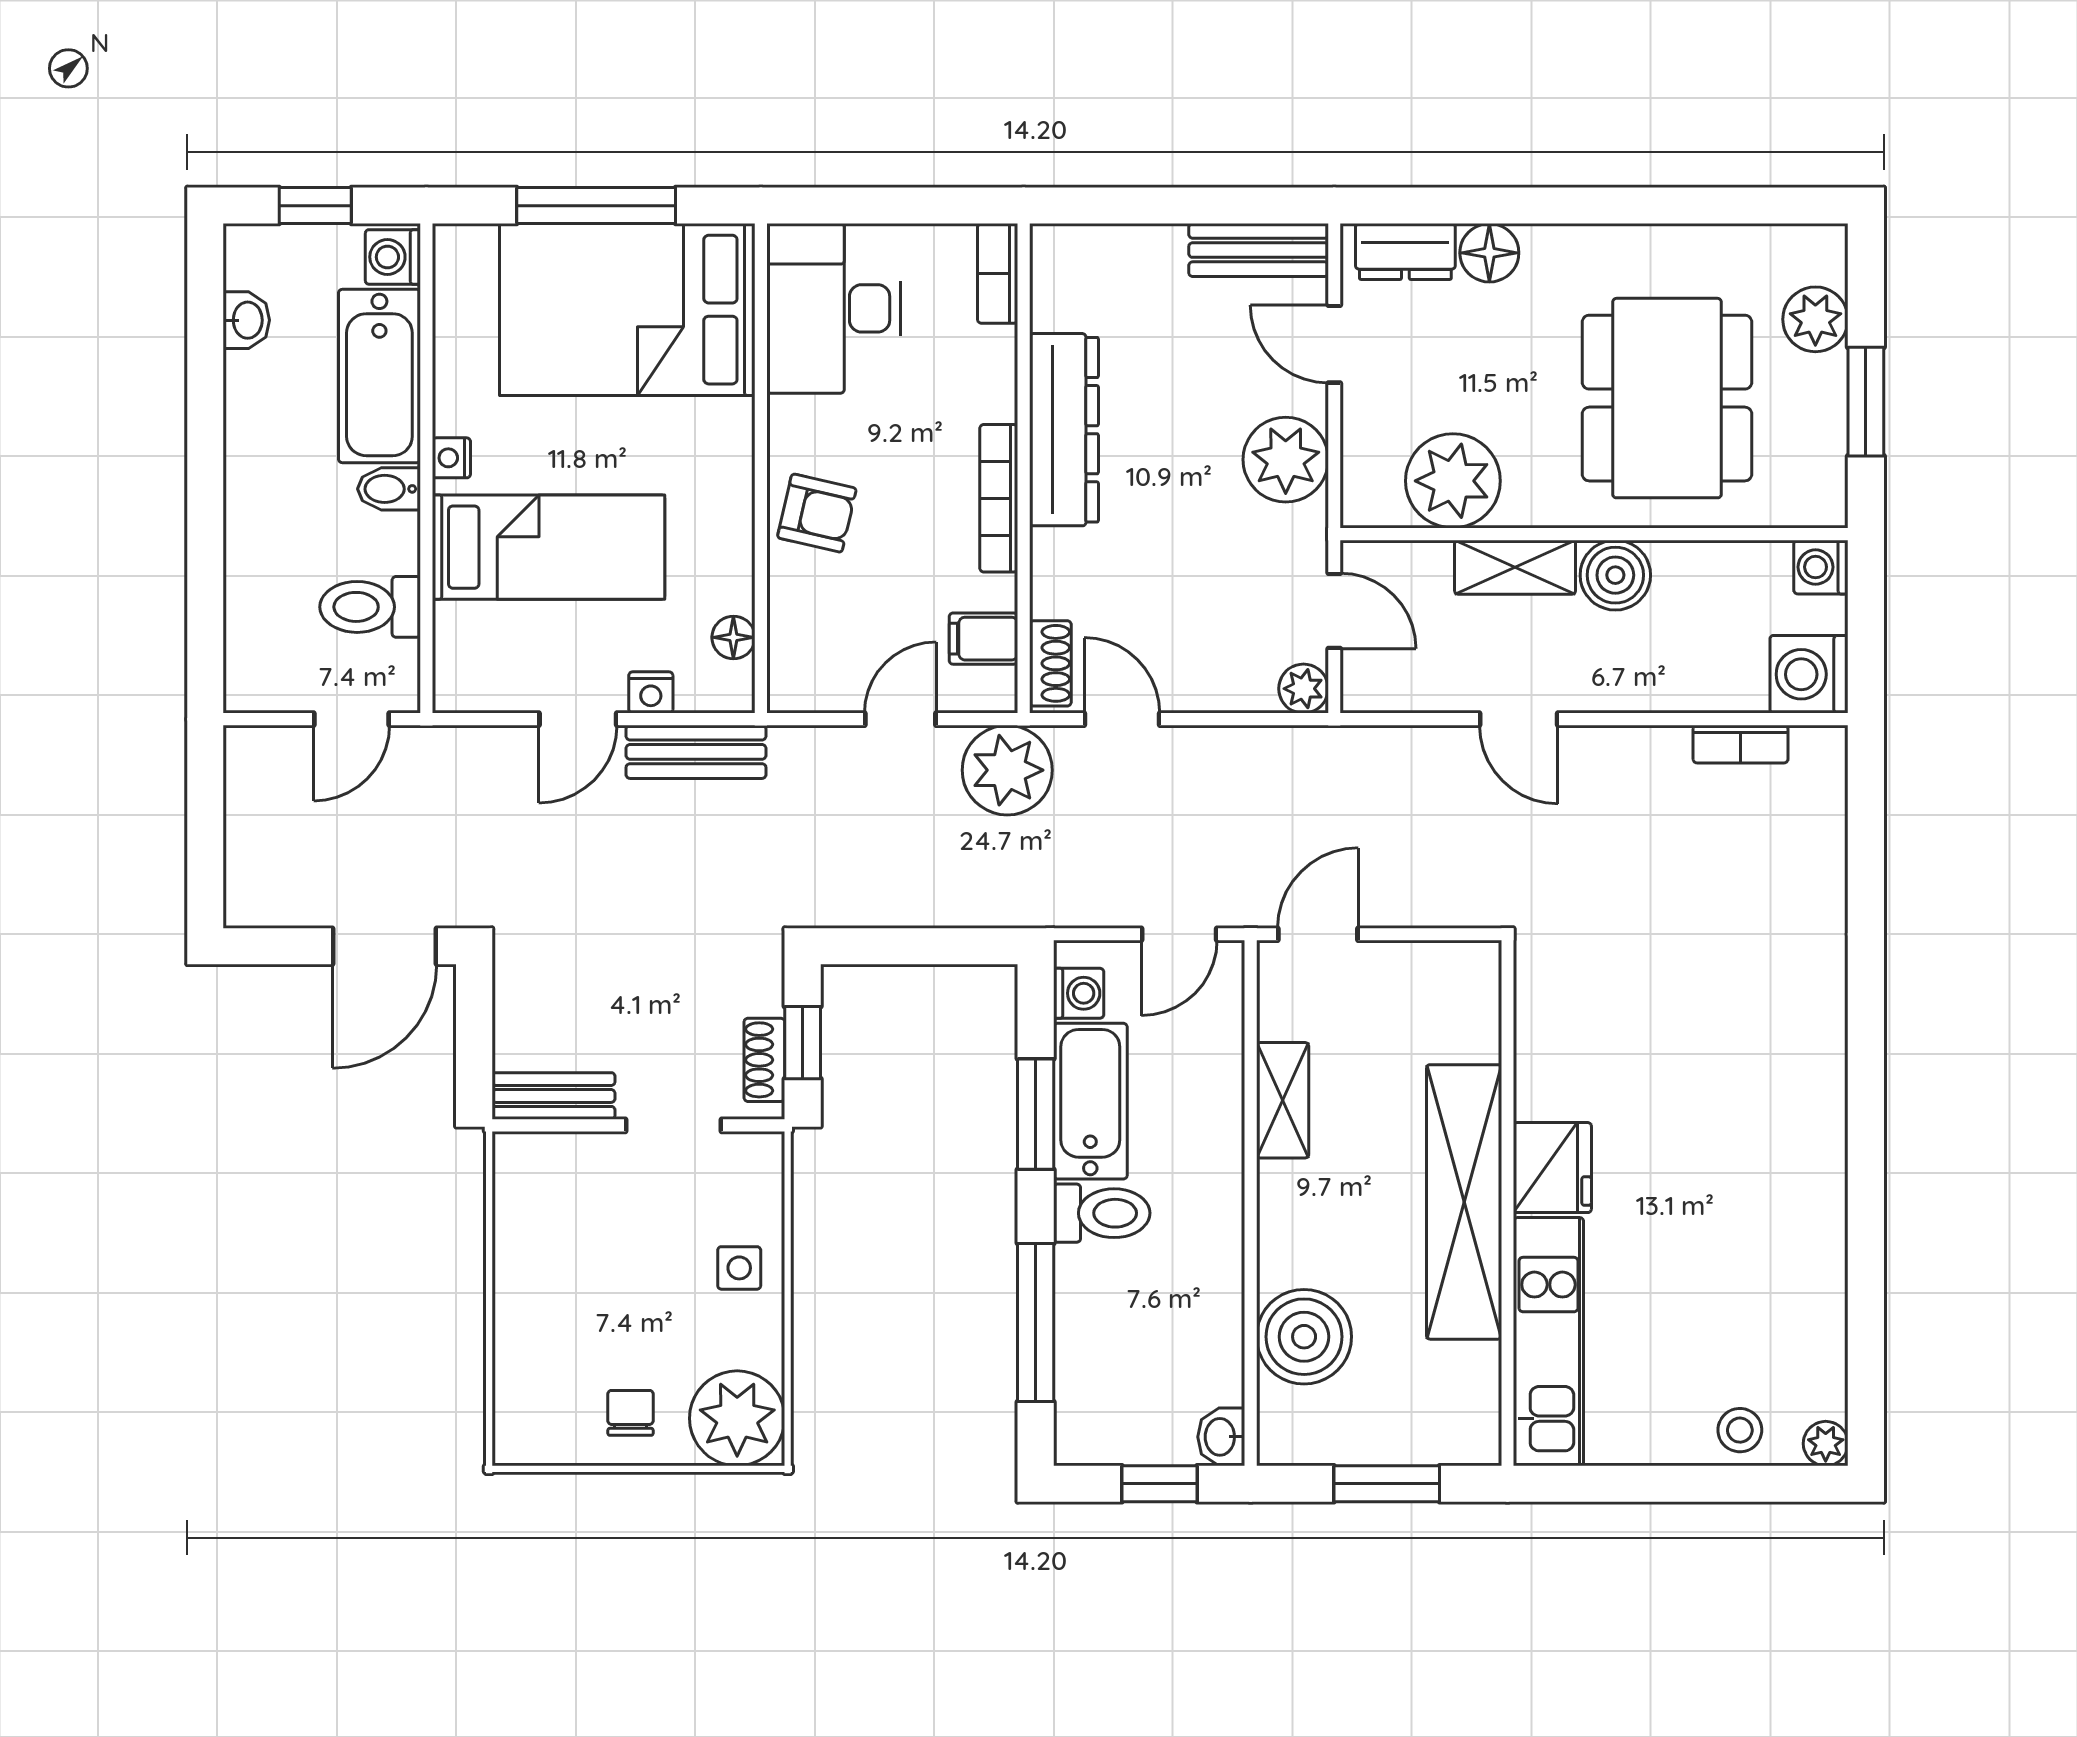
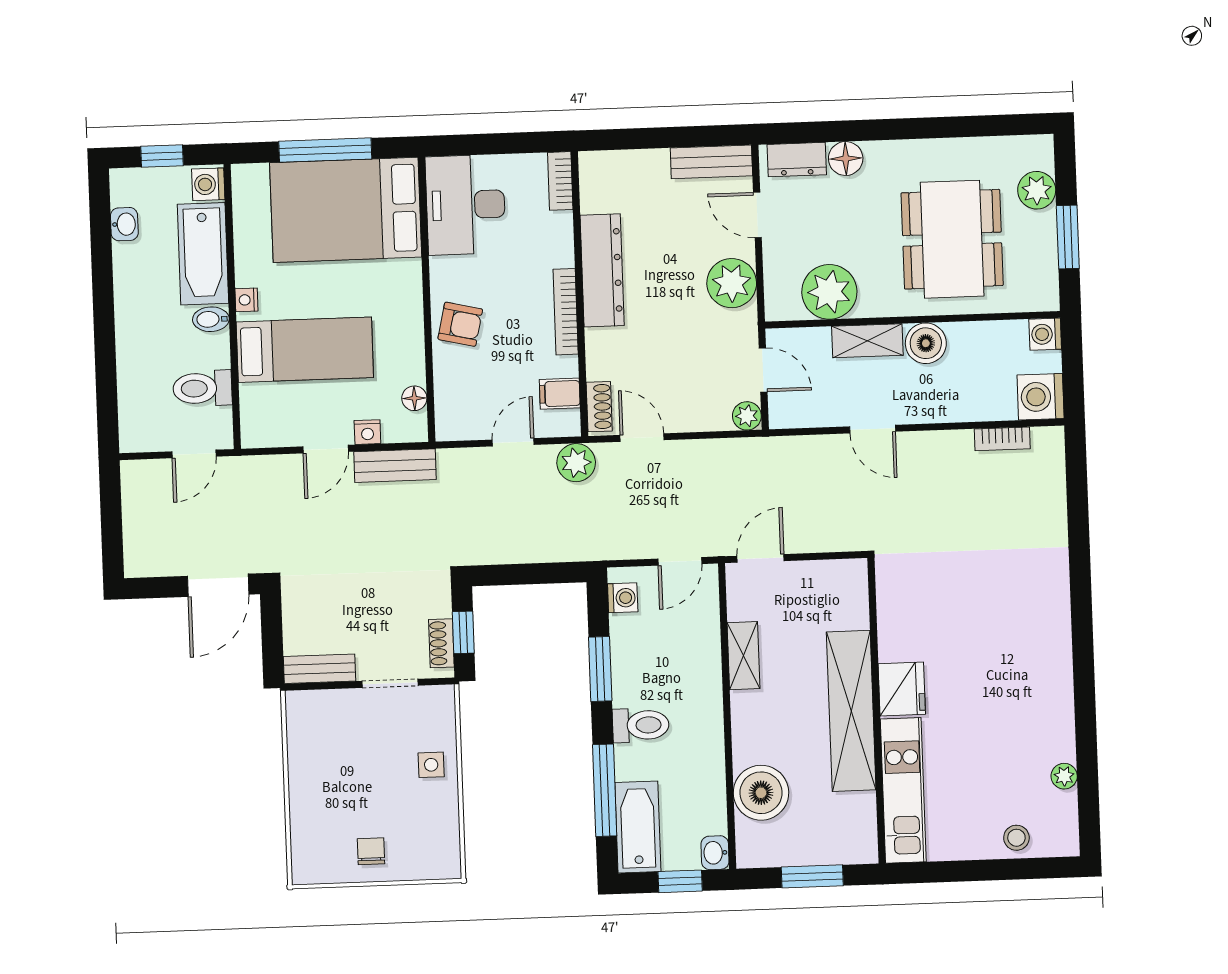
plant: (1007, 770) -> (576, 463), width x0.73, depth x0.73
bathtub: (1090, 1101) -> (638, 827), moved
plant: (737, 1418) -> (433, 852), removed
plant: (1826, 1444) -> (1064, 776), moved

